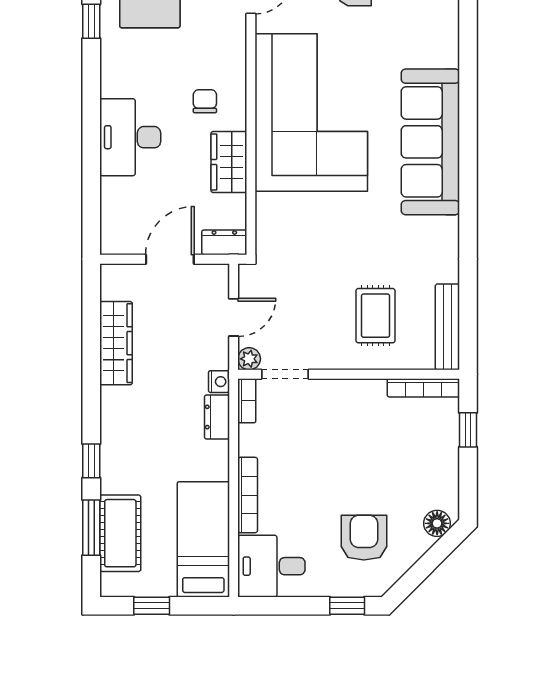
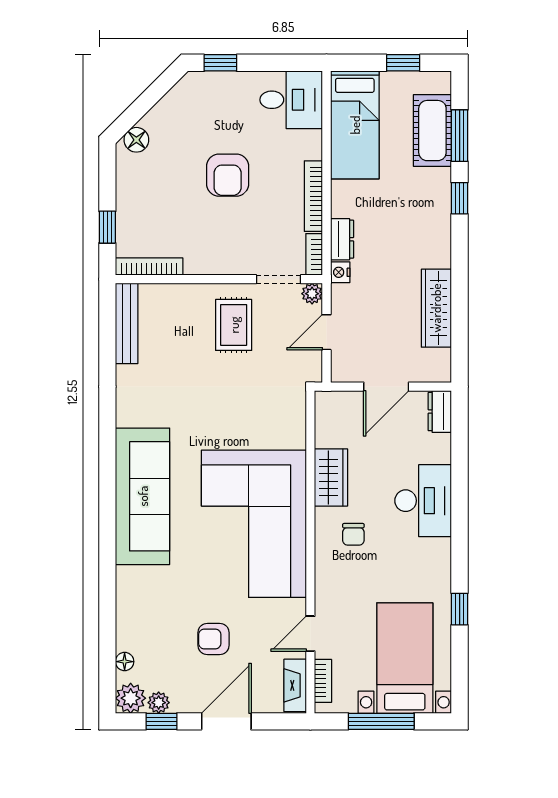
dresser: (224, 242) -> (440, 412), moved, turned 90
rug: (376, 316) -> (234, 325), moved
bookcase: (248, 495) -> (313, 196), moved
armchair: (364, 538) -> (228, 175), moved

